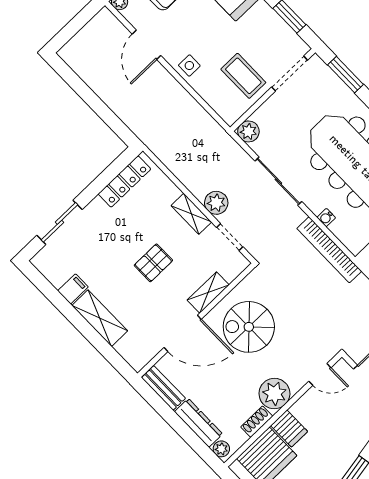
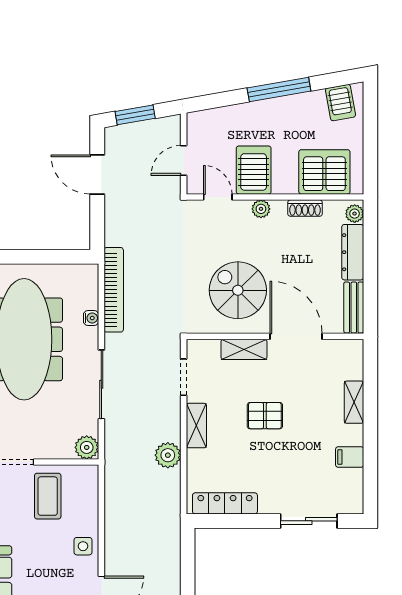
plant: (216, 203) -> (168, 455), moved
shelving: (100, 318) -> (354, 402), width x0.67, depth x0.75
spiral stairs: (249, 327) -> (238, 290), turned 180
plant: (274, 394) -> (261, 209), width x0.53, depth x0.53
server rack: (289, 429) -> (254, 170), moved, width x1.36, depth x1.44

